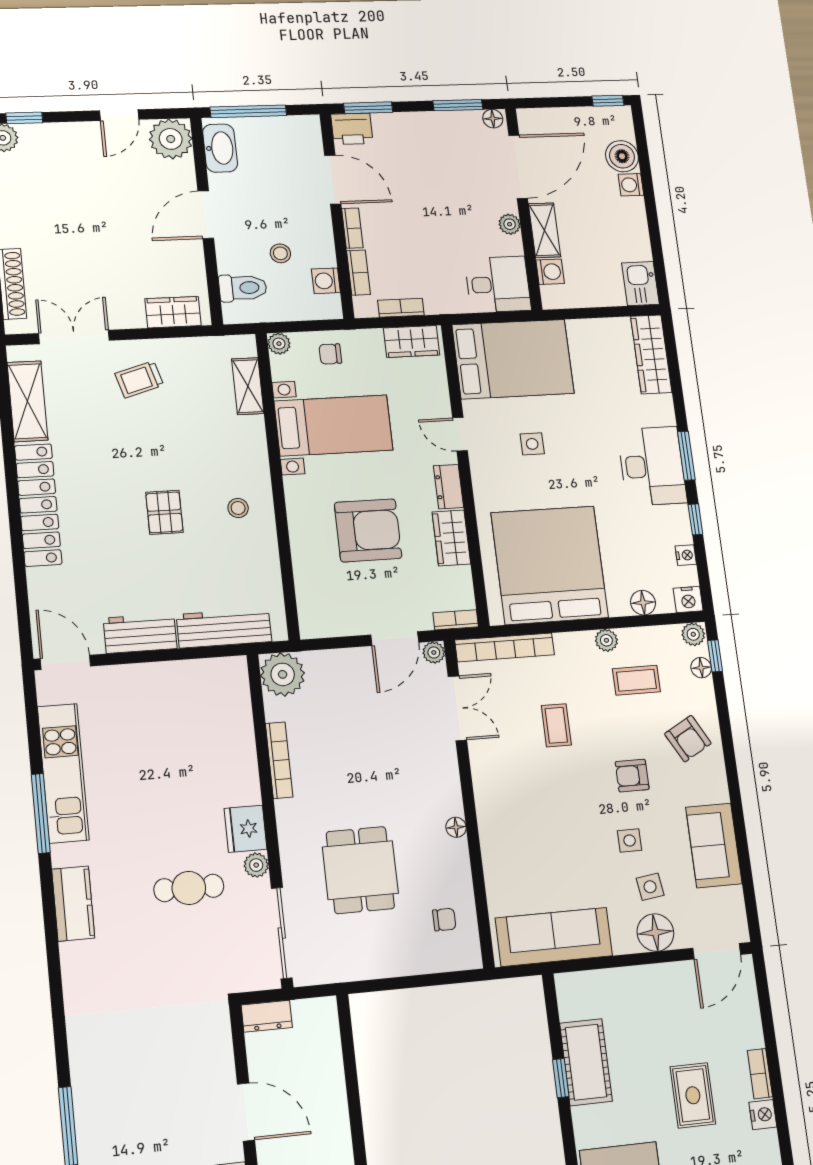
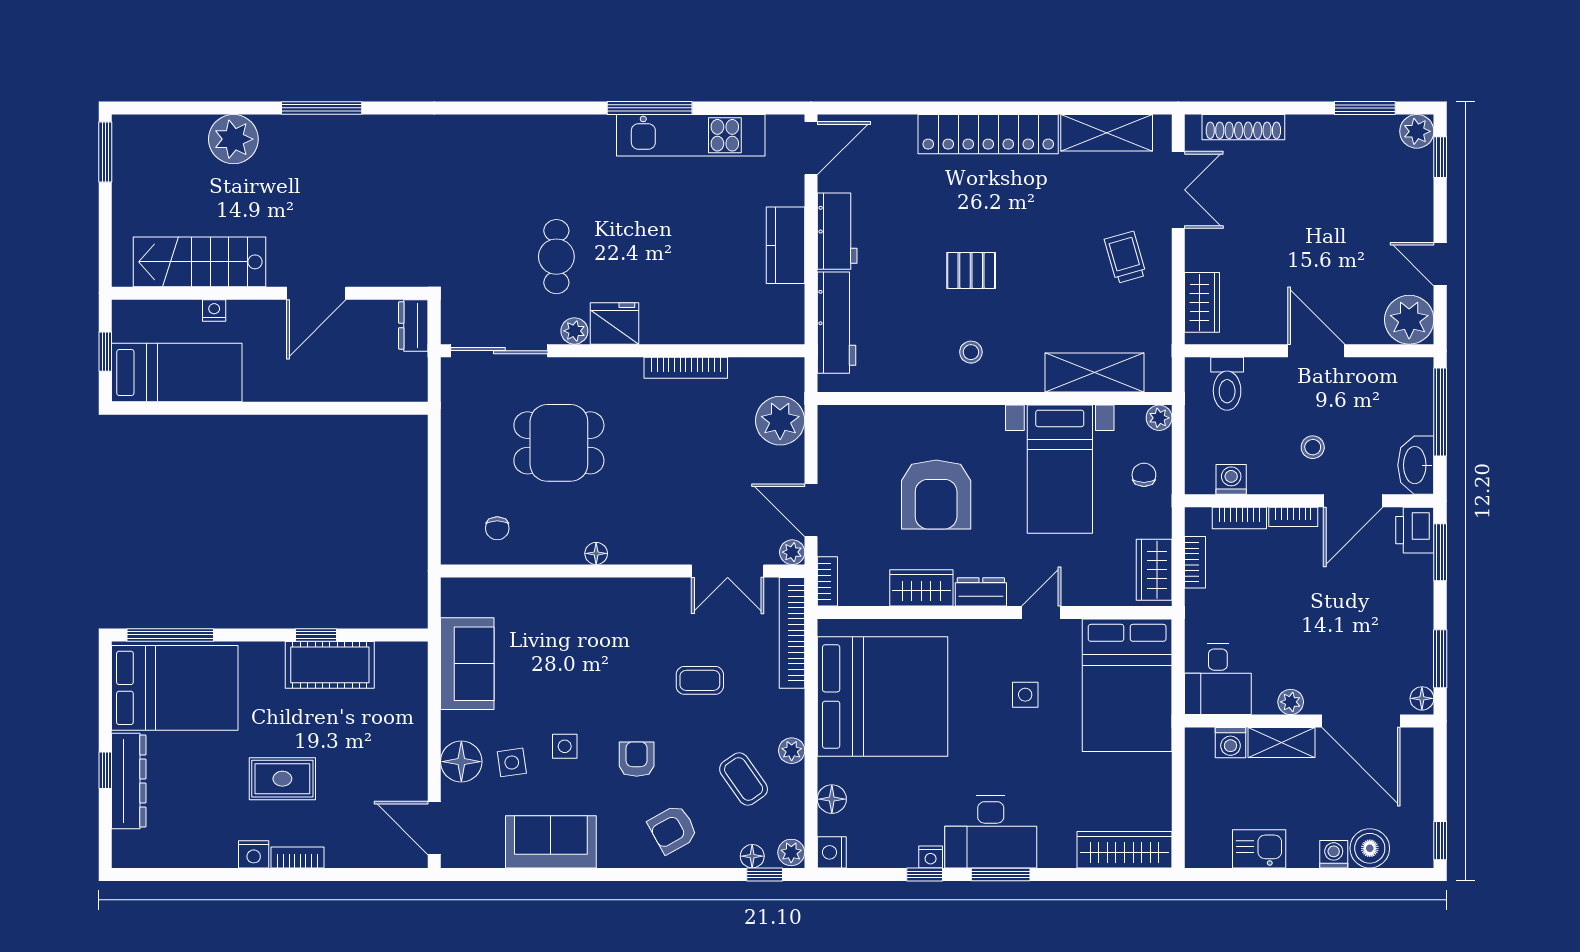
washbasin: (220, 148) -> (1416, 465), moved, turned 90
stool: (280, 253) -> (1313, 447), moved
kitchen sink: (640, 284) -> (1259, 849), moved
shelving: (248, 386) -> (1095, 372), width x1.50, depth x1.33
nightstand: (686, 555) -> (931, 857), moved
plant: (283, 674) -> (780, 421), moved
coffee table: (636, 680) -> (744, 779), turned -35
kitchen counter: (73, 904) -> (785, 245), moved, turned 90
sofa: (554, 937) -> (467, 664), width x0.73

